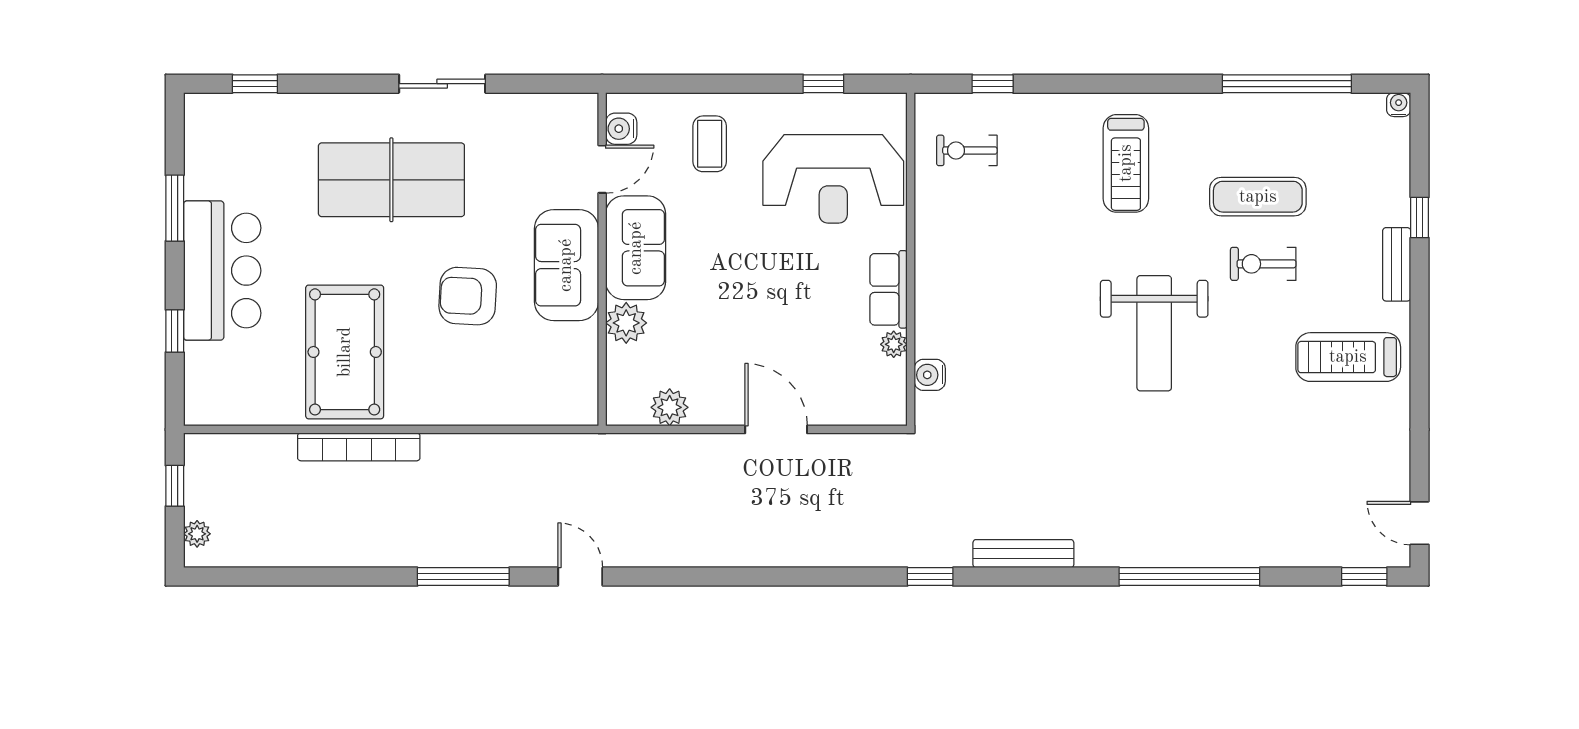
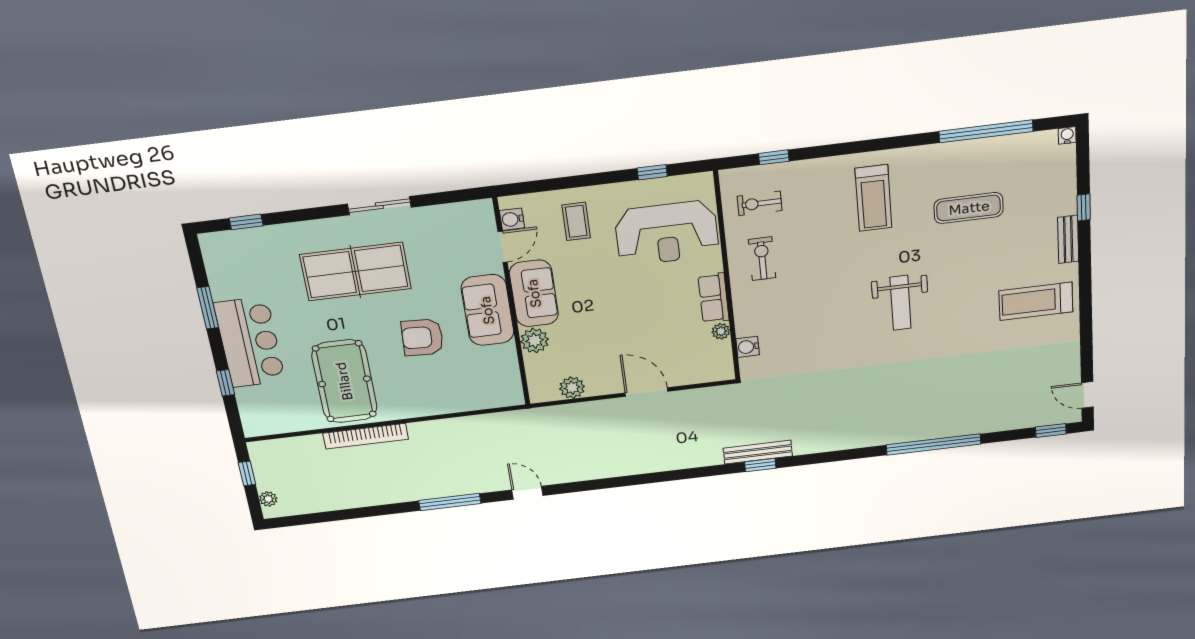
exercise bike: (1263, 264) -> (762, 259), moved, turned 90
weight bench: (1154, 333) -> (901, 303), width x0.73, depth x0.75
bench: (1023, 554) -> (758, 452), moved

